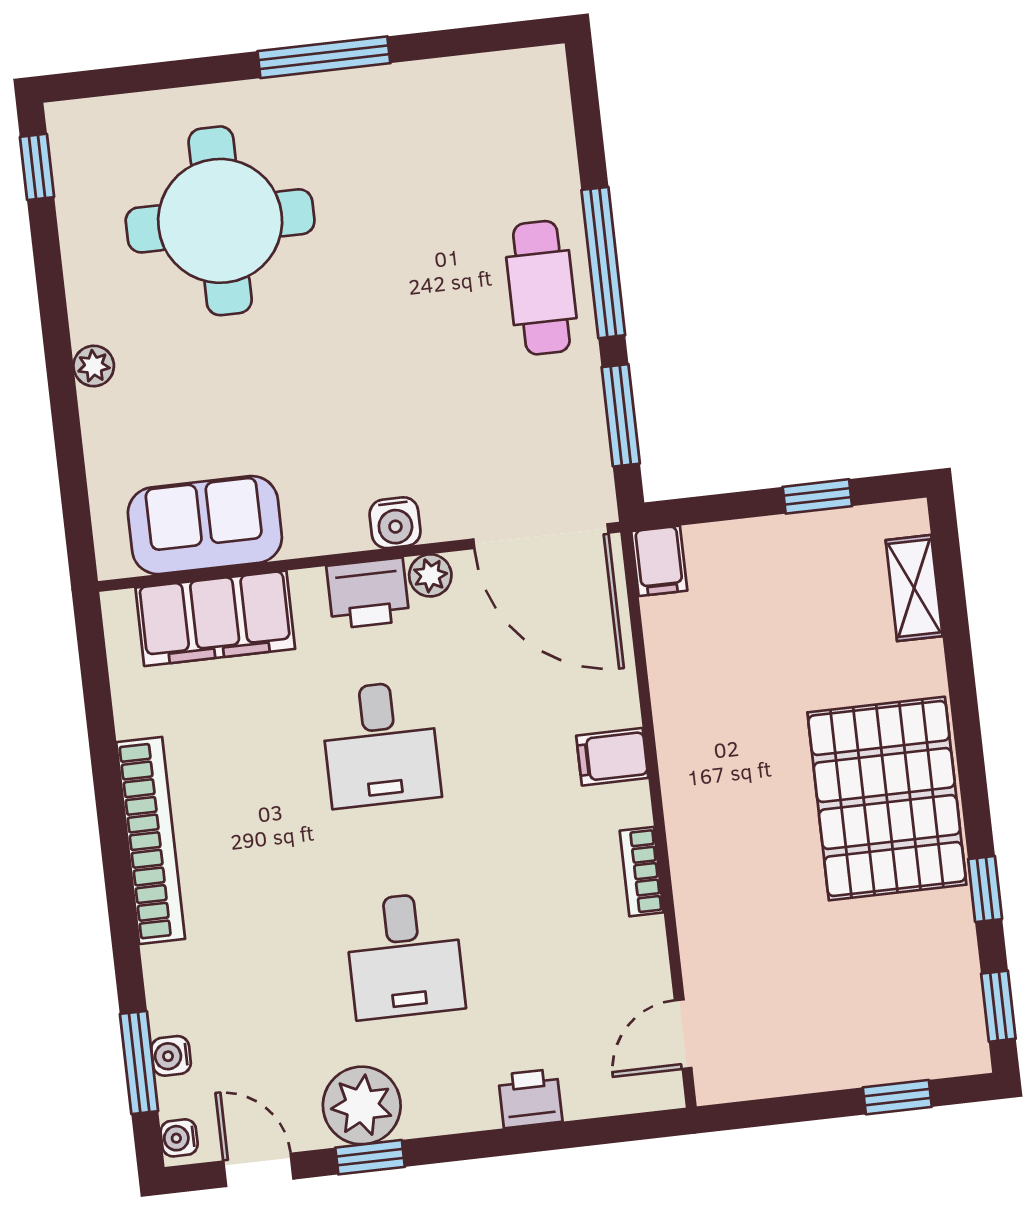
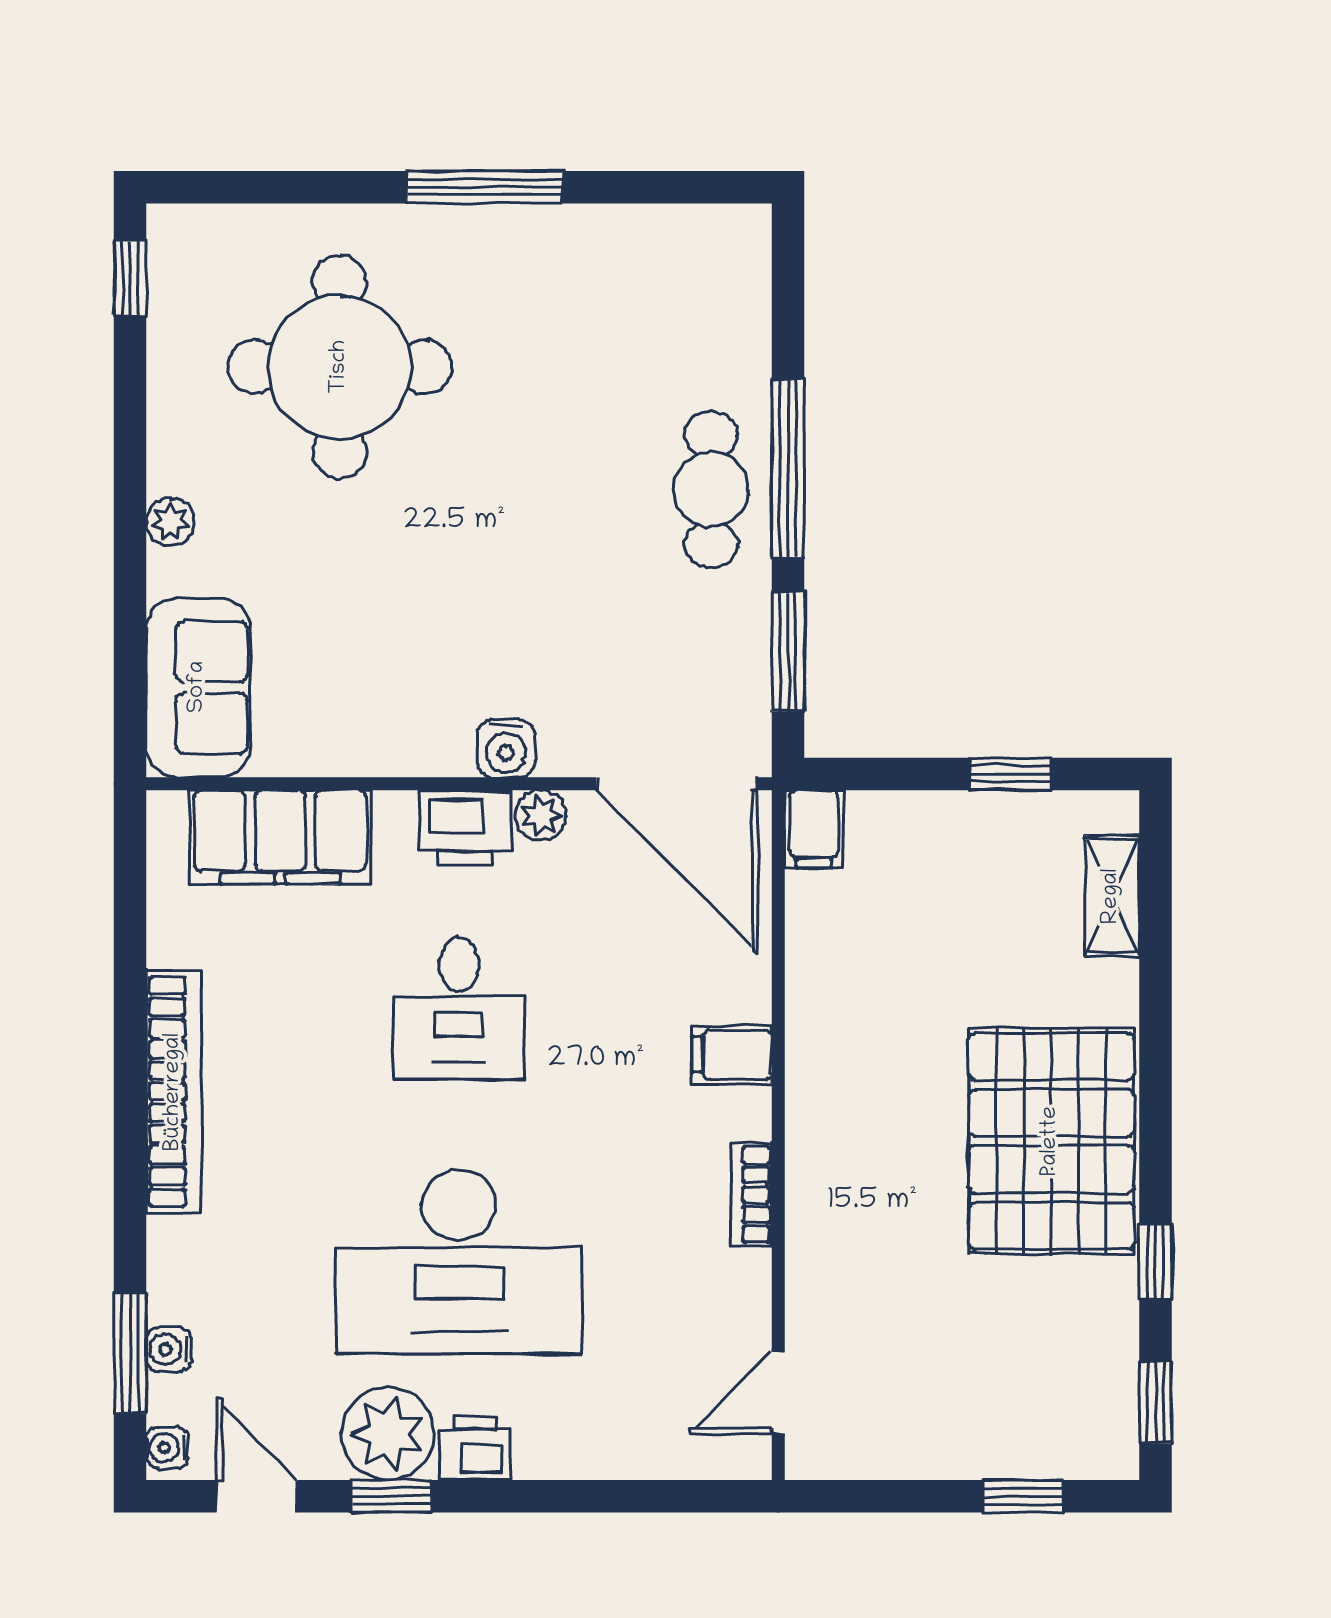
sofa: (205, 525) -> (198, 687), moved, turned 90
desk: (405, 955) -> (459, 1262), width x1.87, depth x1.30
printer: (530, 1098) -> (475, 1448), moved

